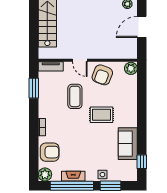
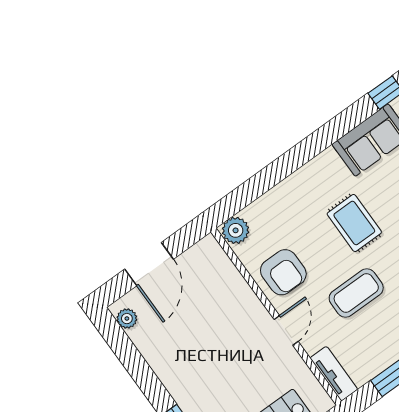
door: (142, 27) -> (149, 264), hinge flipped
armchair: (102, 75) -> (283, 272), turned 69

